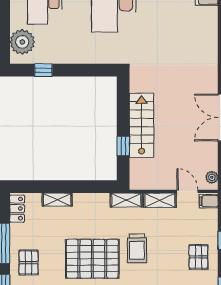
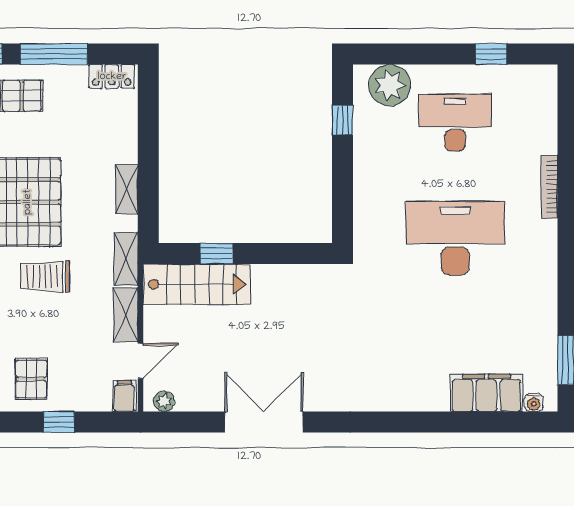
stairs: (142, 125) -> (197, 284), moved
shelving: (57, 200) -> (127, 189), moved
pallet: (198, 257) -> (31, 379), turned 90

